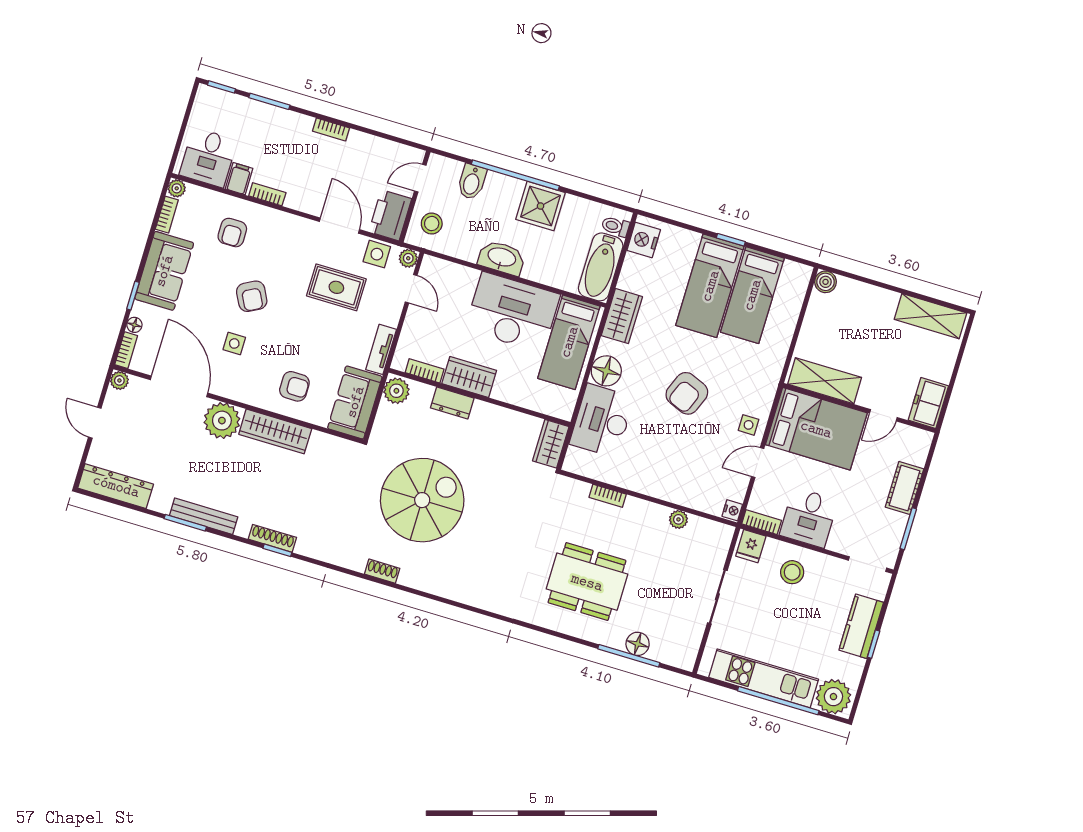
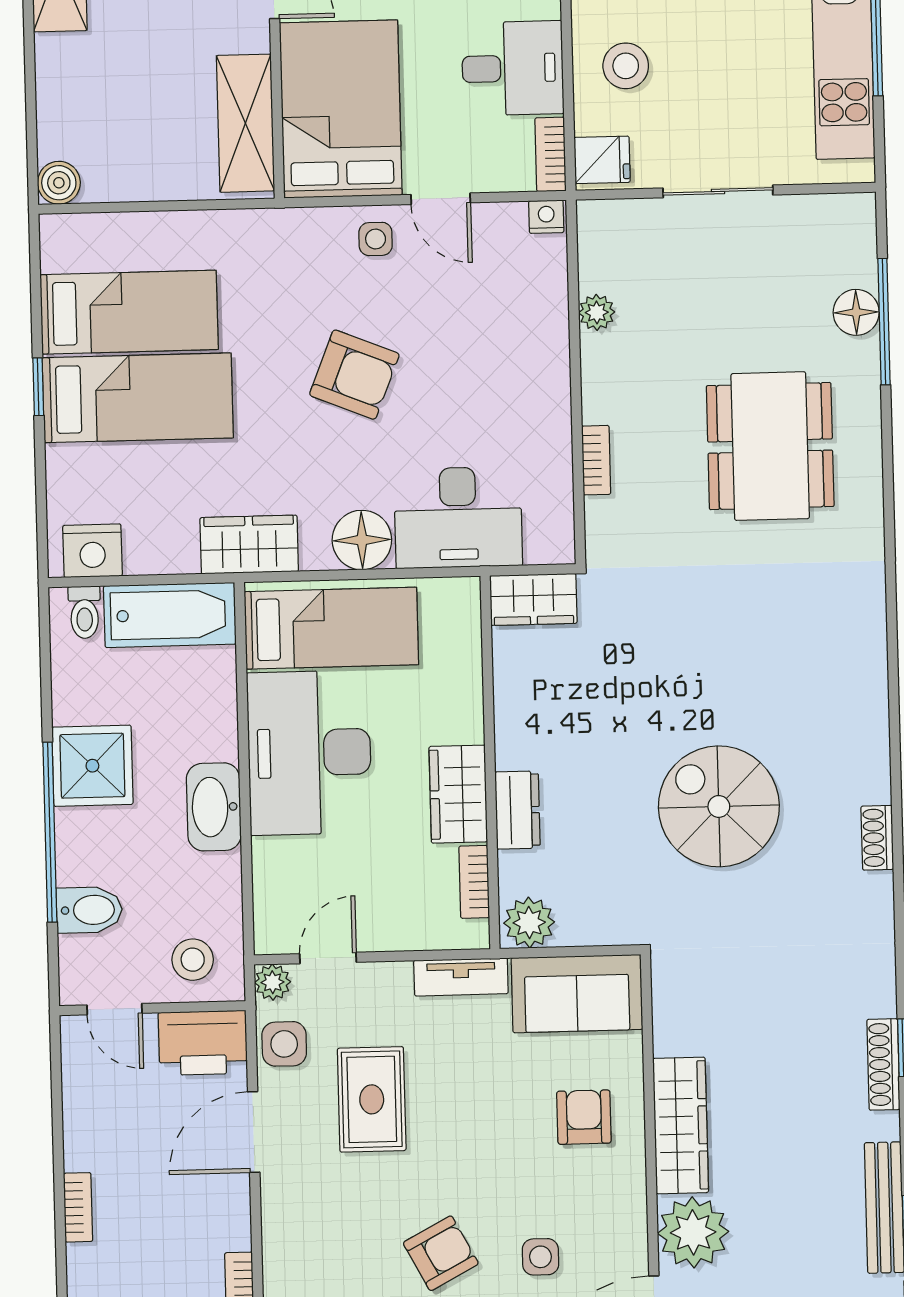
spiral stairs: (422, 500) -> (719, 806), width x0.73, depth x0.73

